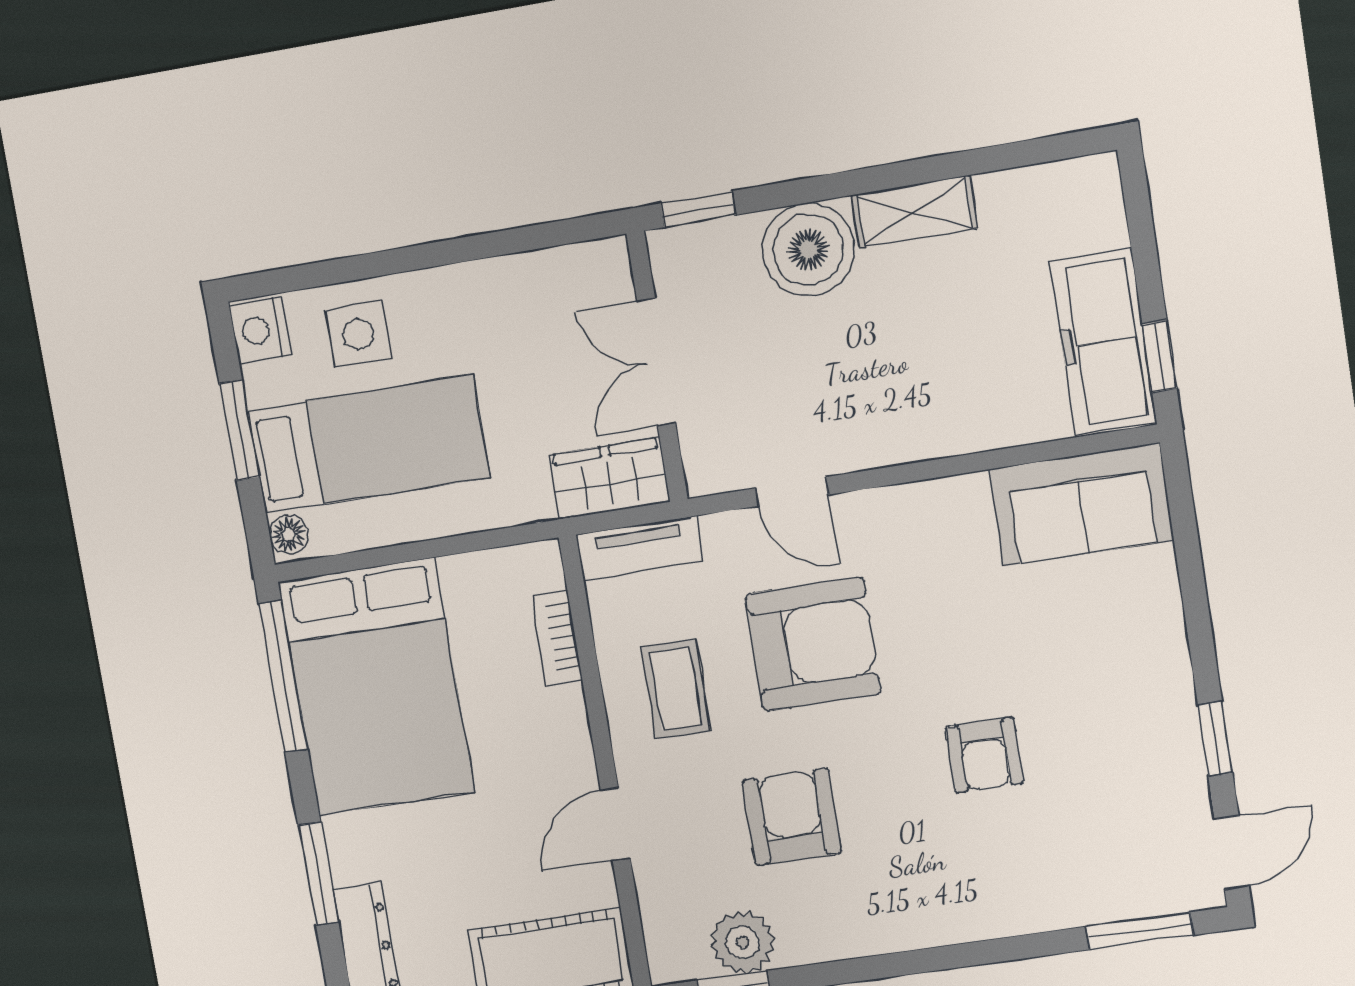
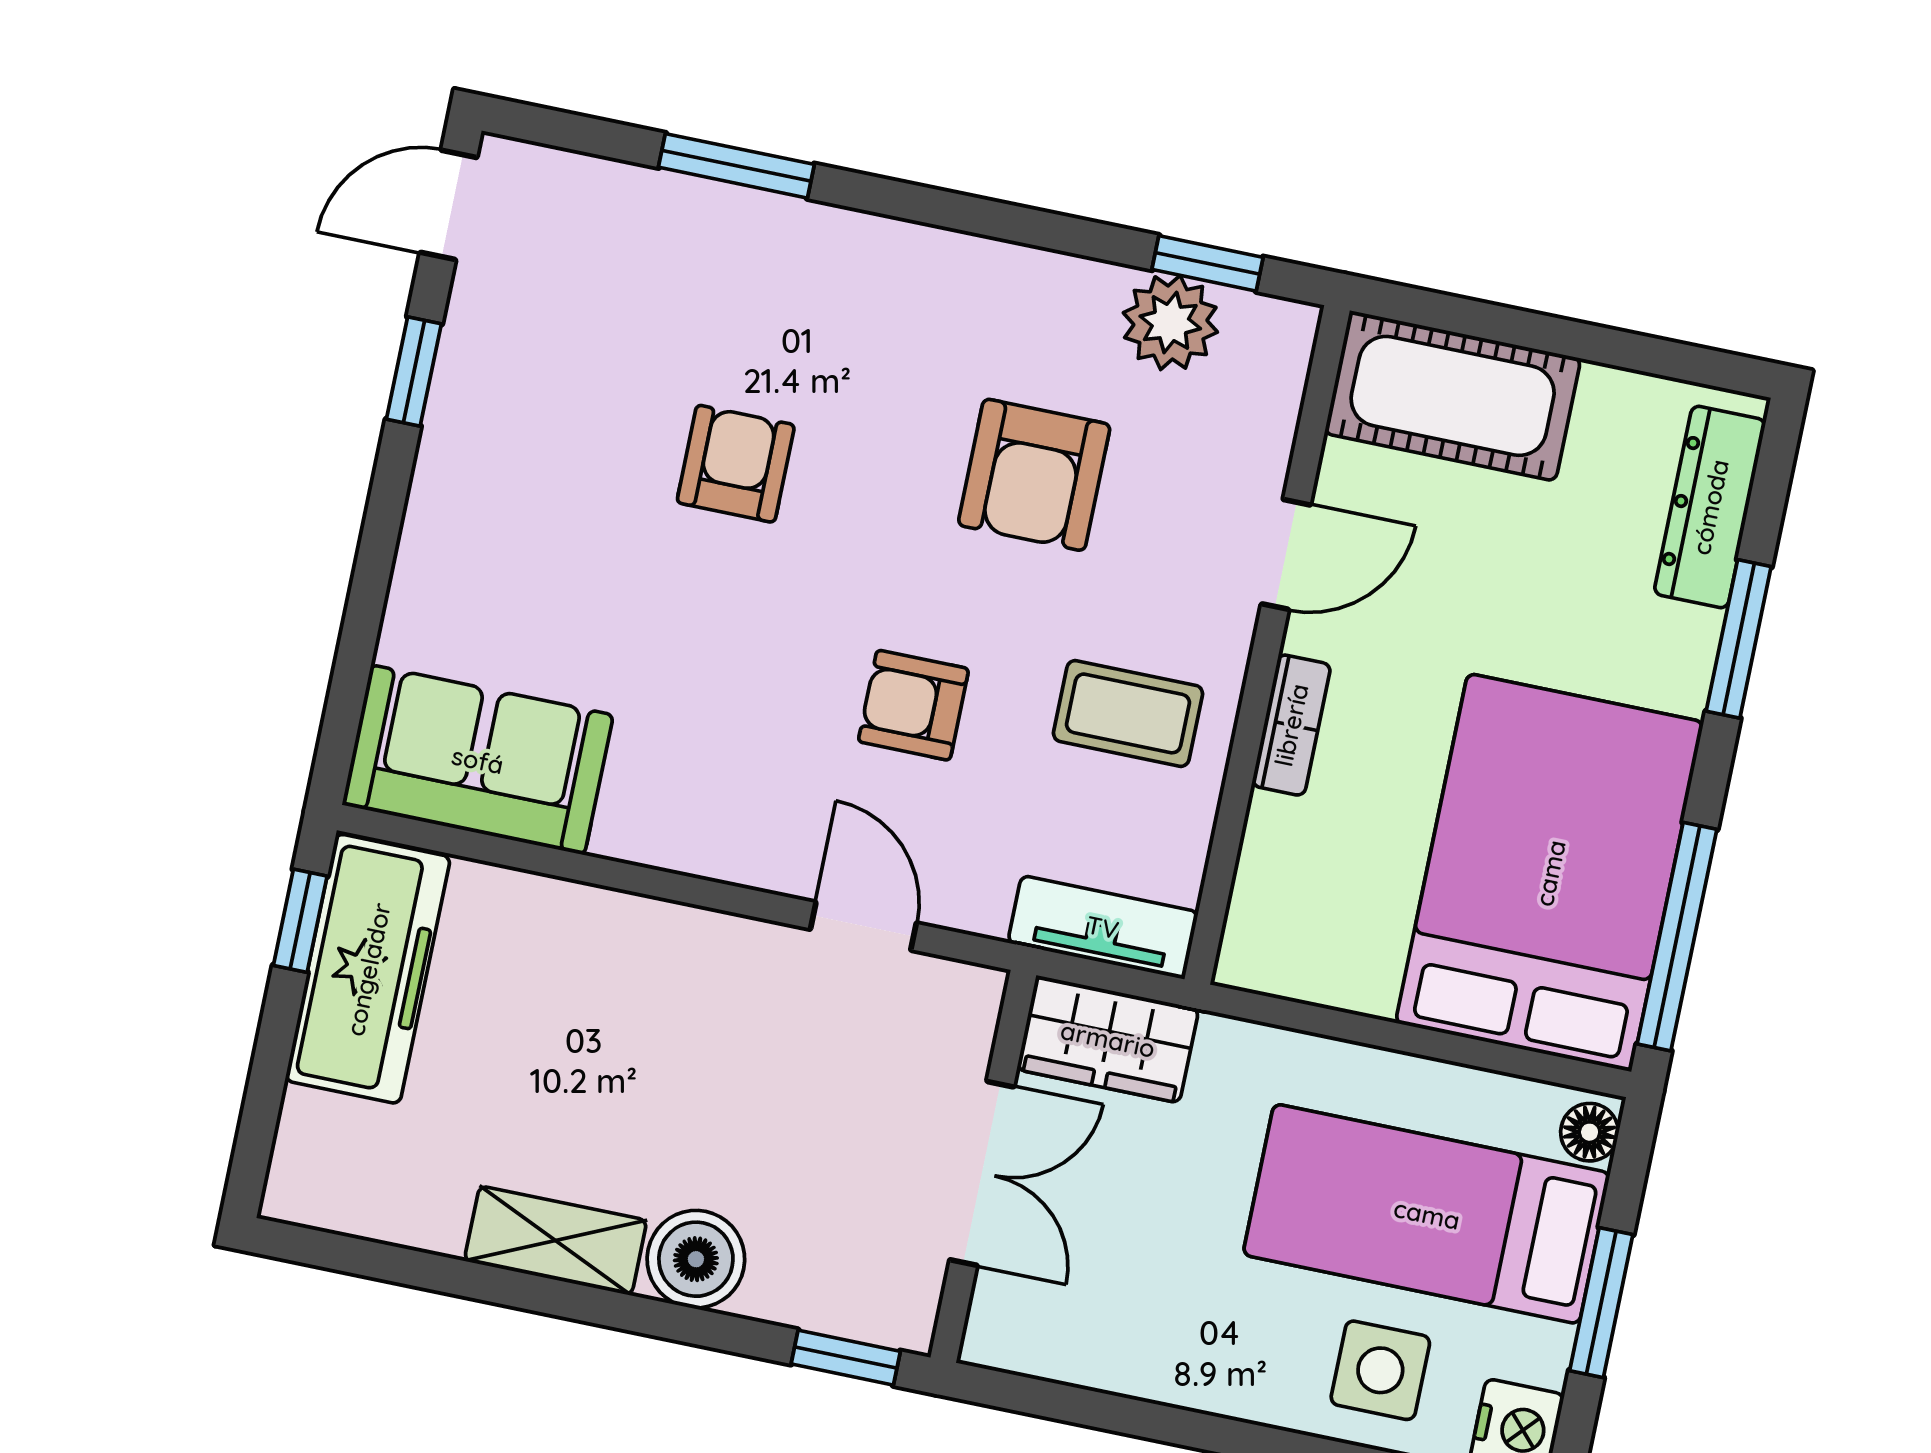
boiler: (808, 250) -> (696, 1259), width x0.73, depth x0.73
bookcase: (557, 638) -> (1291, 725), moved
armchair: (813, 644) -> (913, 705), width x0.53, depth x0.53
coffee table: (676, 689) -> (1128, 713), turned 90
window: (1140, 931) -> (736, 166), moved

